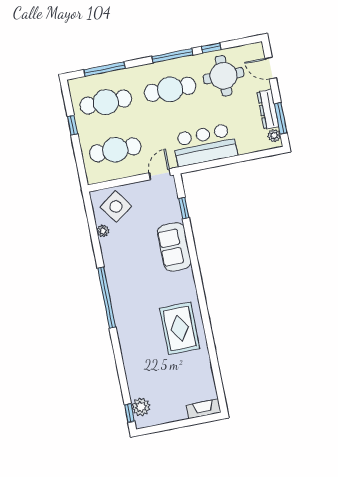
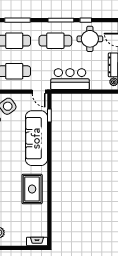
door: (160, 174) -> (39, 92), swing flipped
sofa: (174, 247) -> (36, 138), width x1.85, depth x1.27

